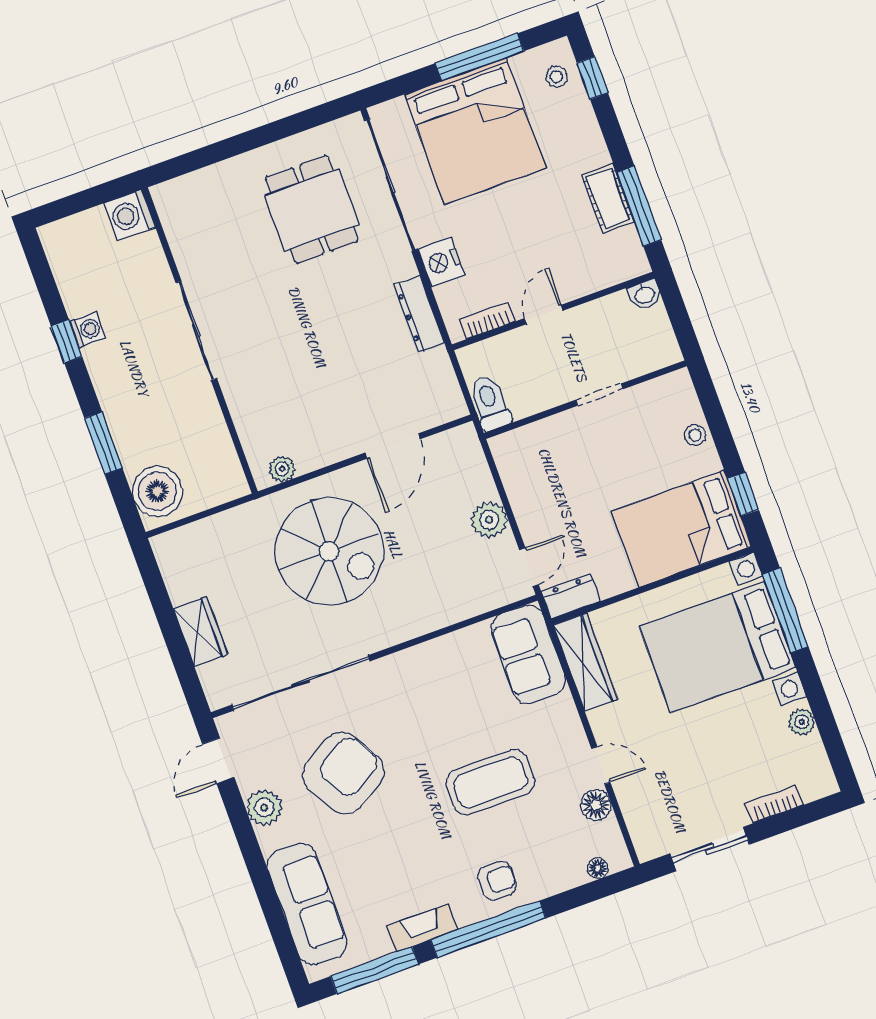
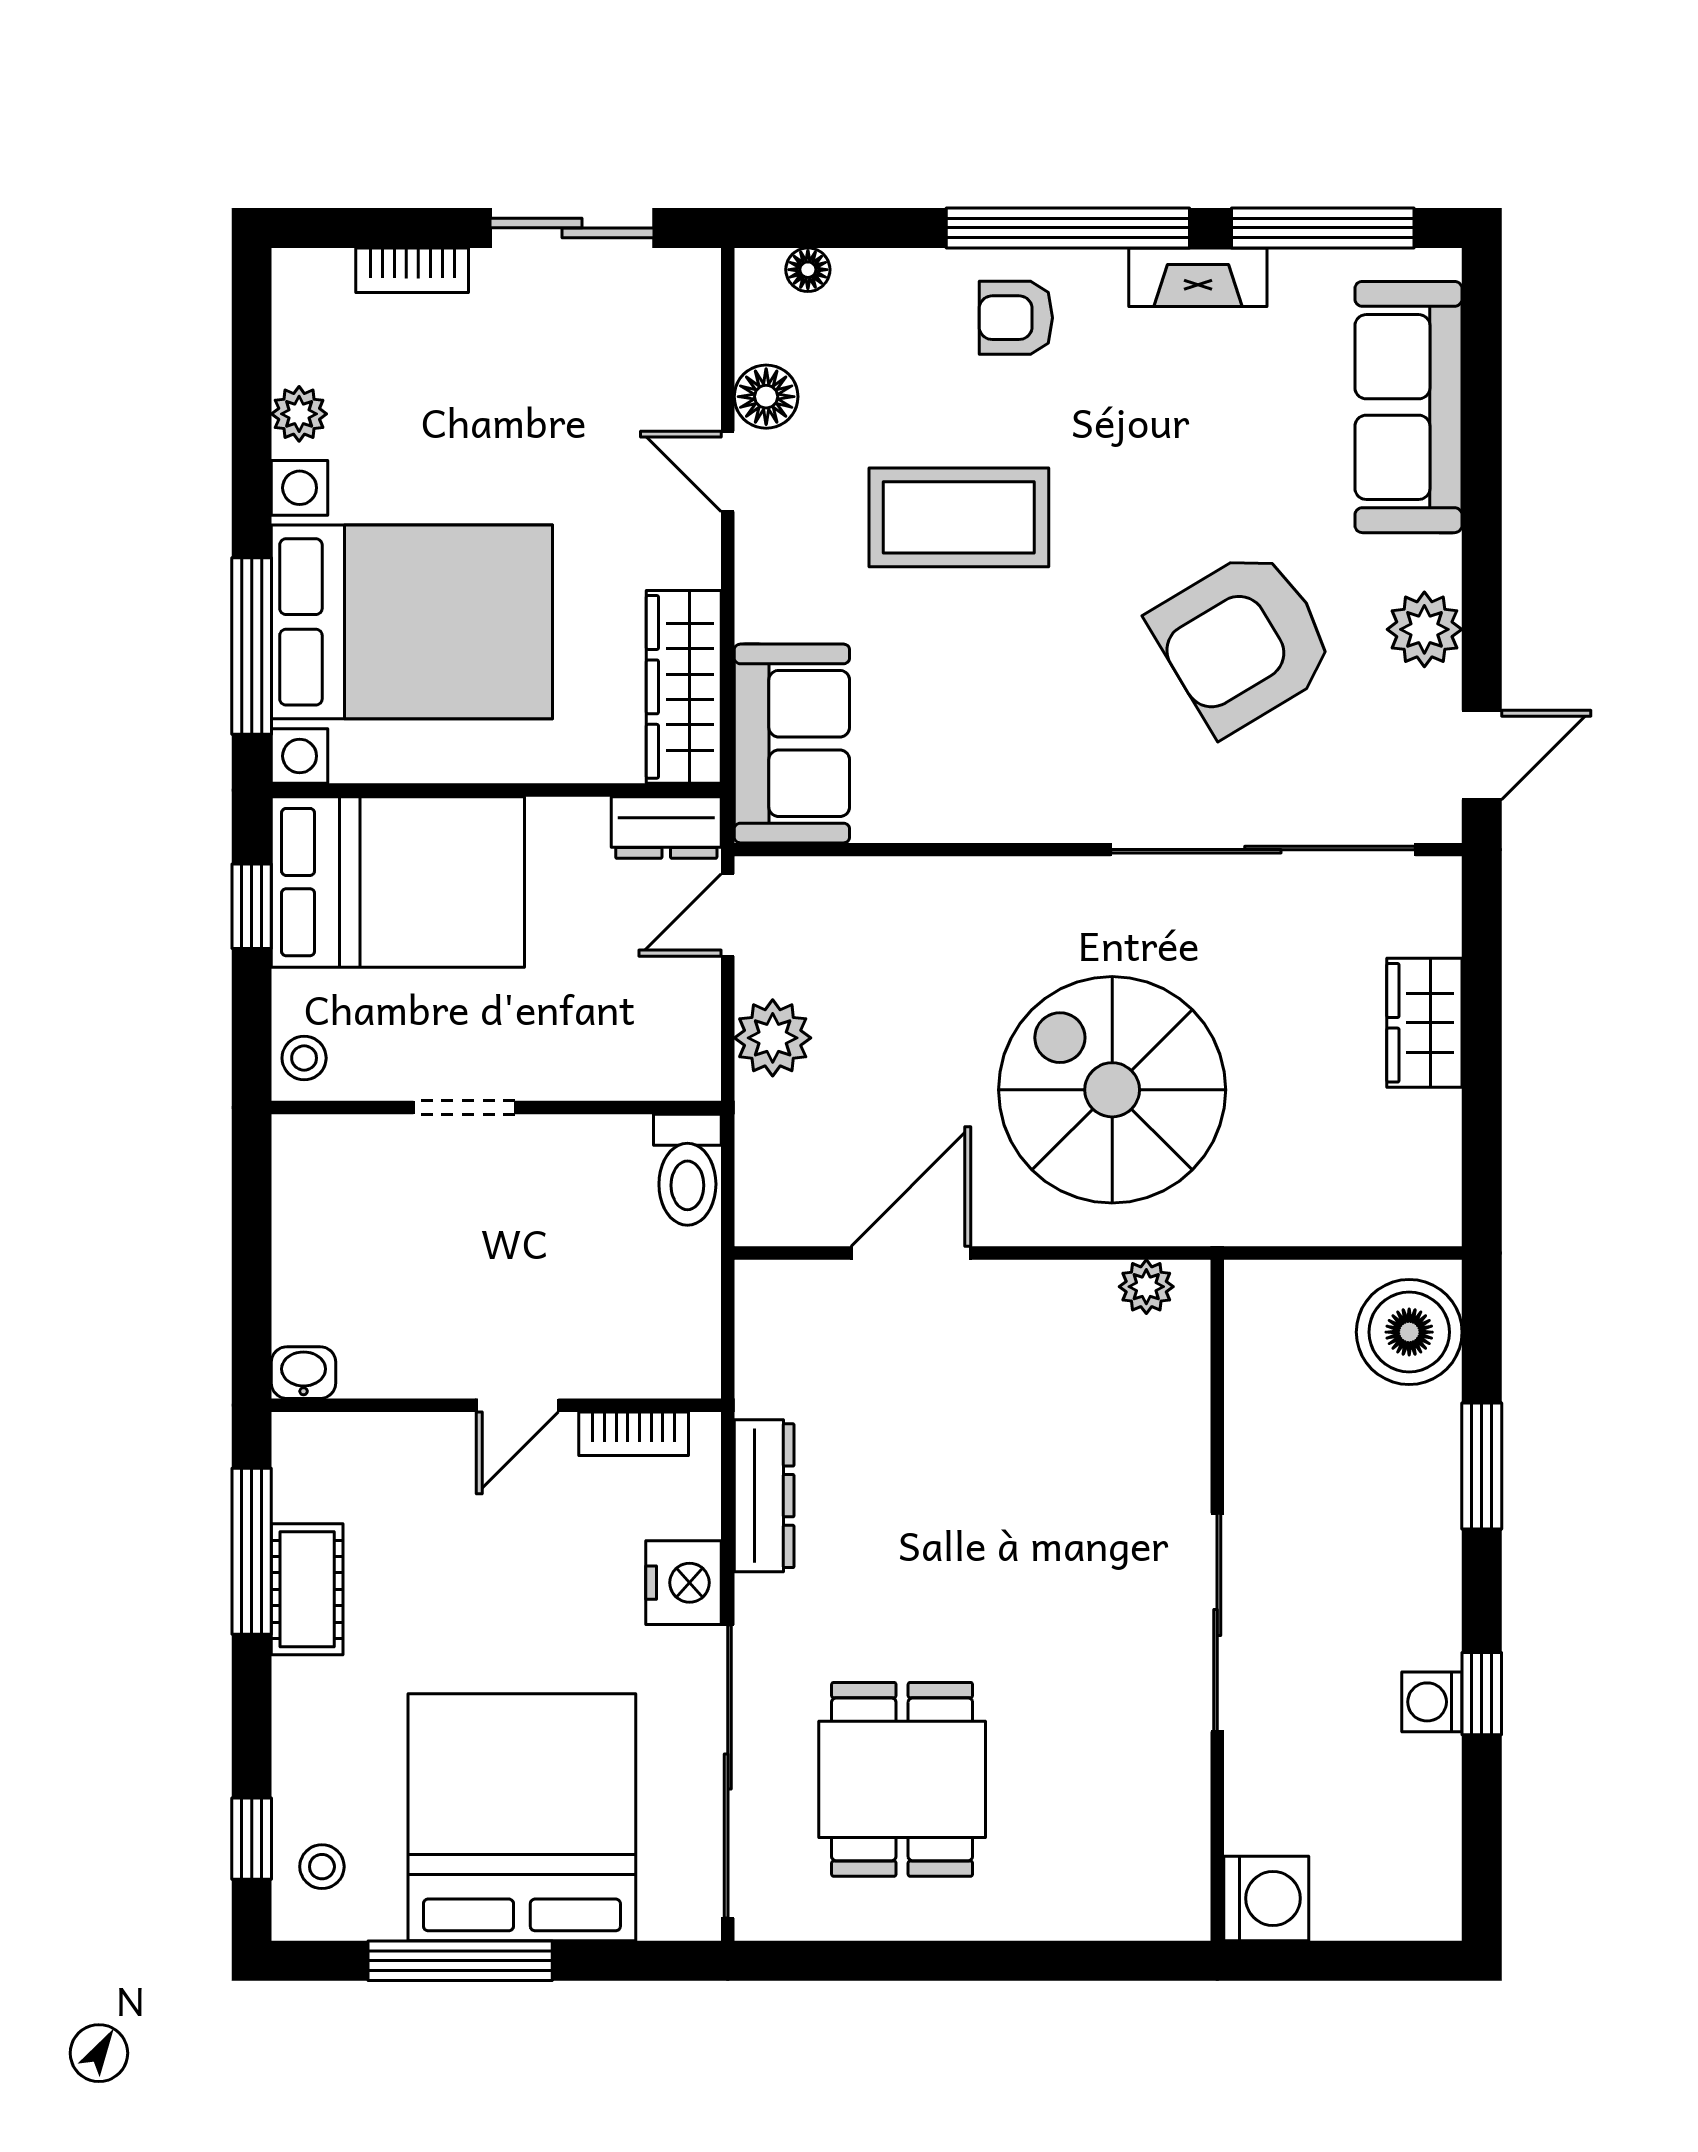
doorway: (600, 394) -> (464, 1108), moved
wall: (585, 400) -> (496, 1108), moved
toilet: (490, 403) -> (687, 1170), moved

